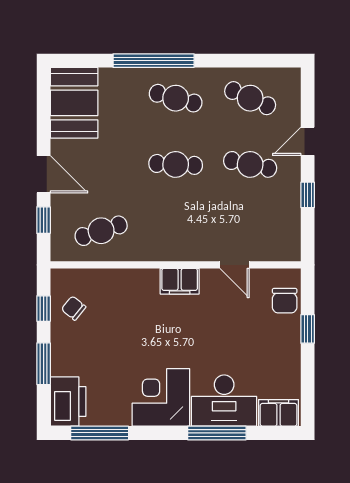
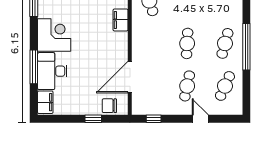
window: (154, 61) -> (246, 47), moved
window: (308, 195) -> (154, 119), moved
door: (235, 265) -> (130, 77), width x1.88
filing cabinet: (180, 281) -> (120, 20), moved

